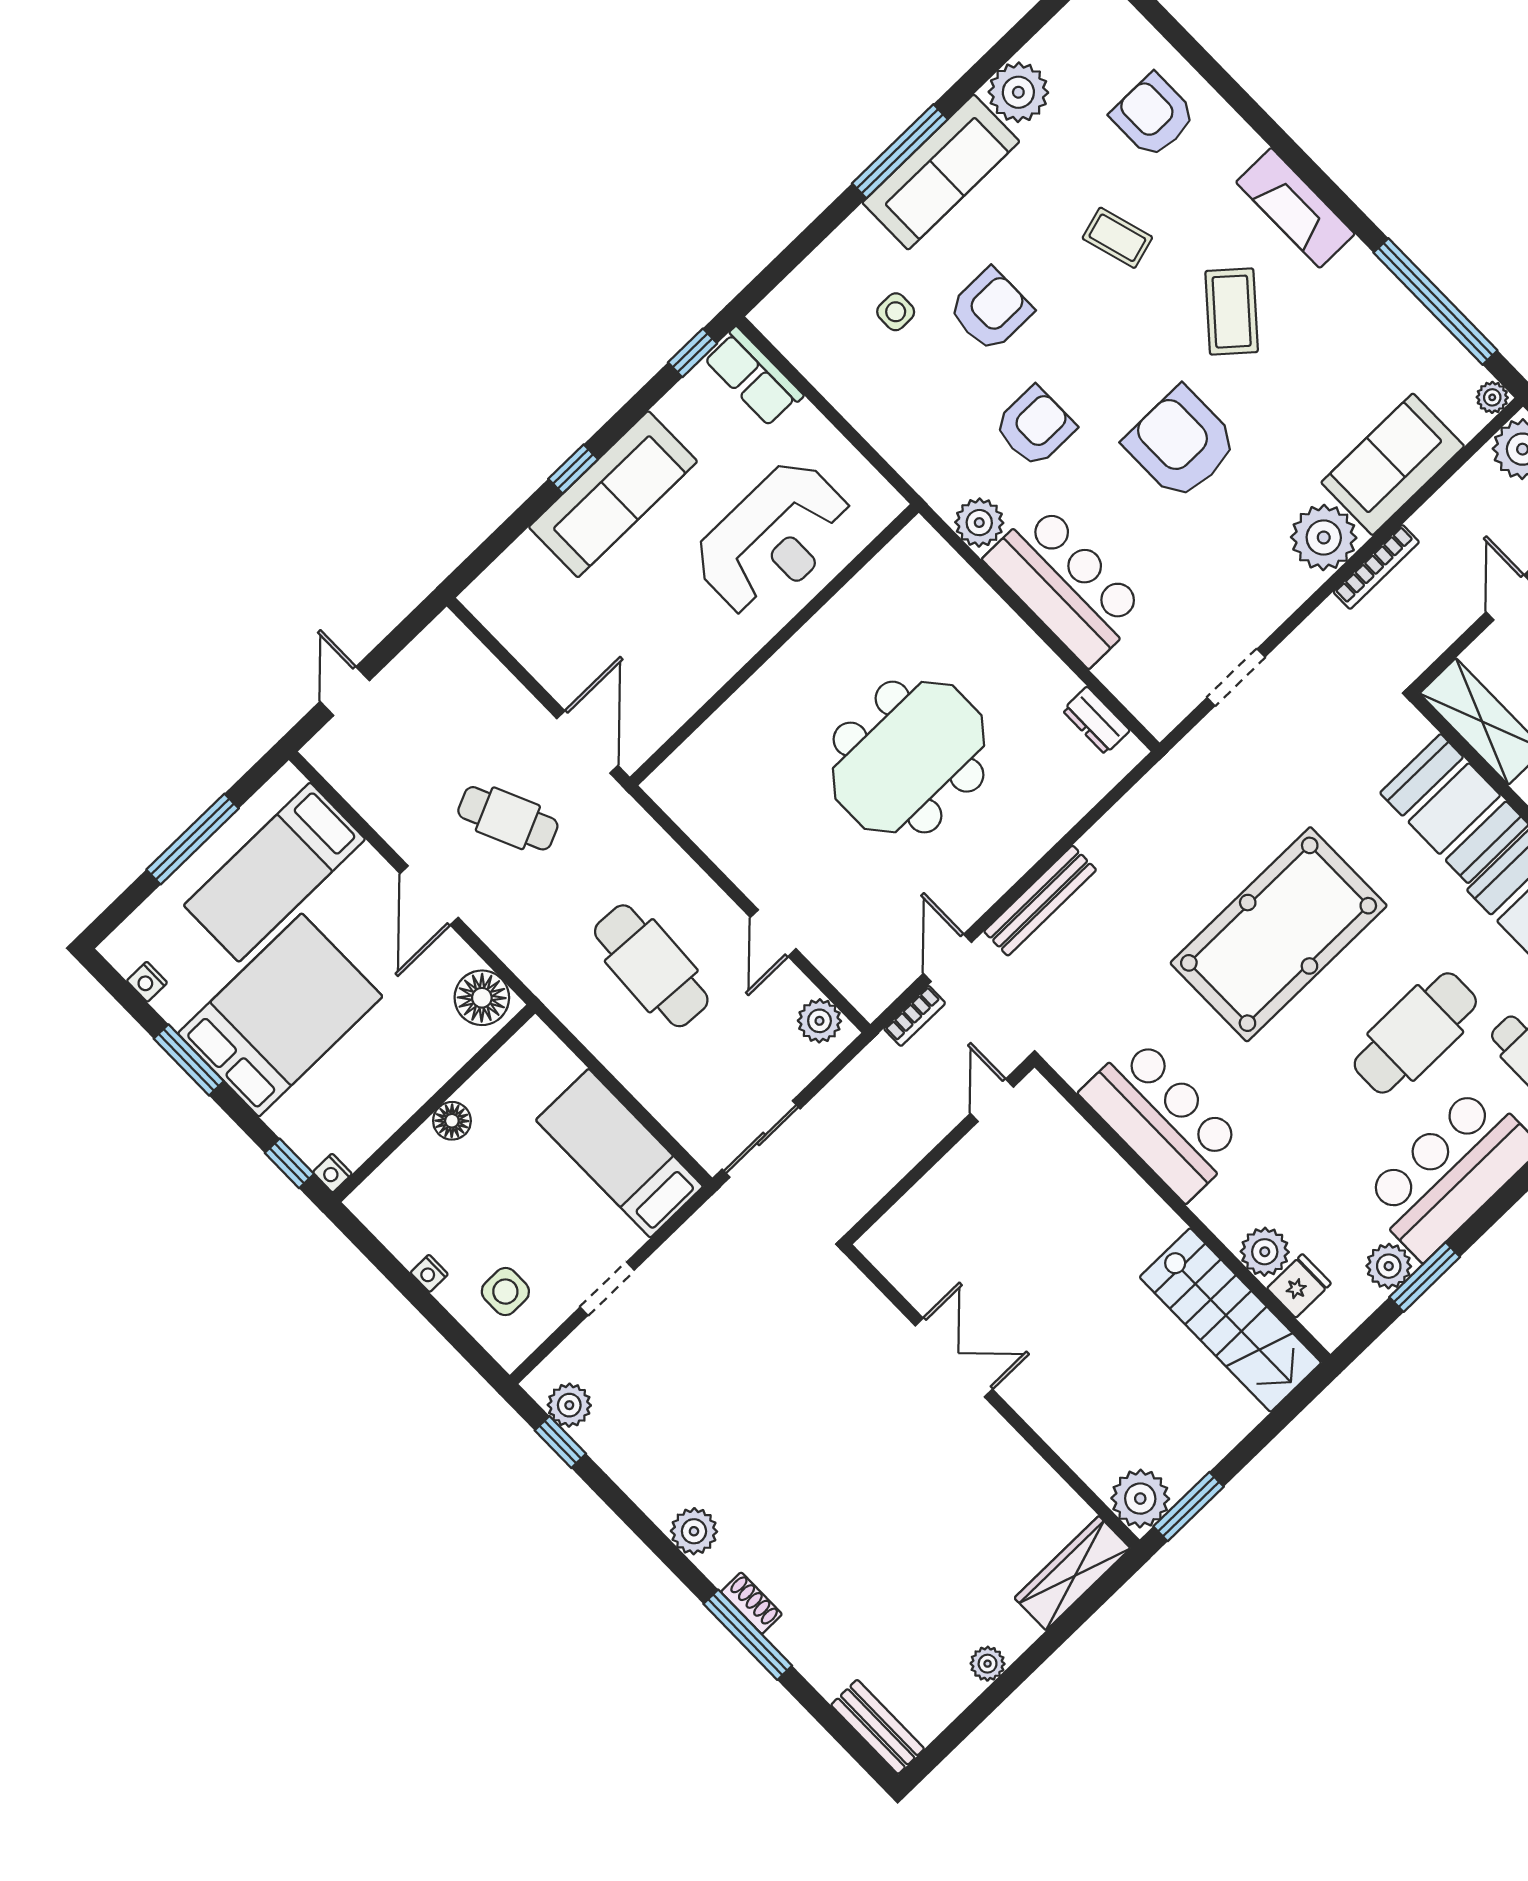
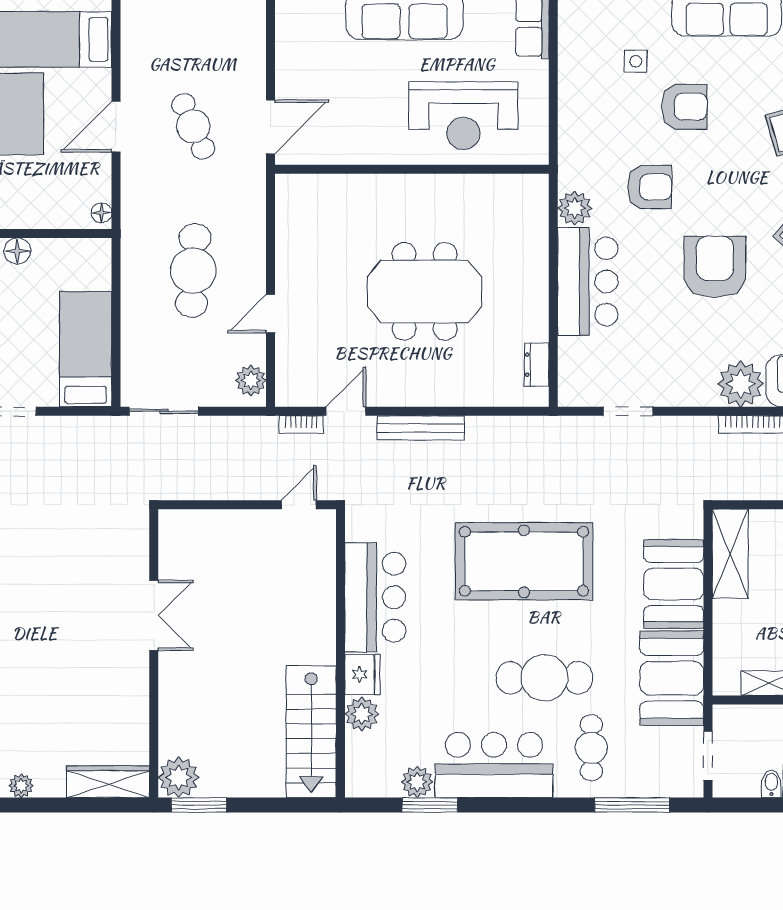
floor lamp: (482, 998) -> (101, 213), width x0.53, depth x0.53
fridge: (1299, 1286) -> (362, 675), moved, width x1.38

